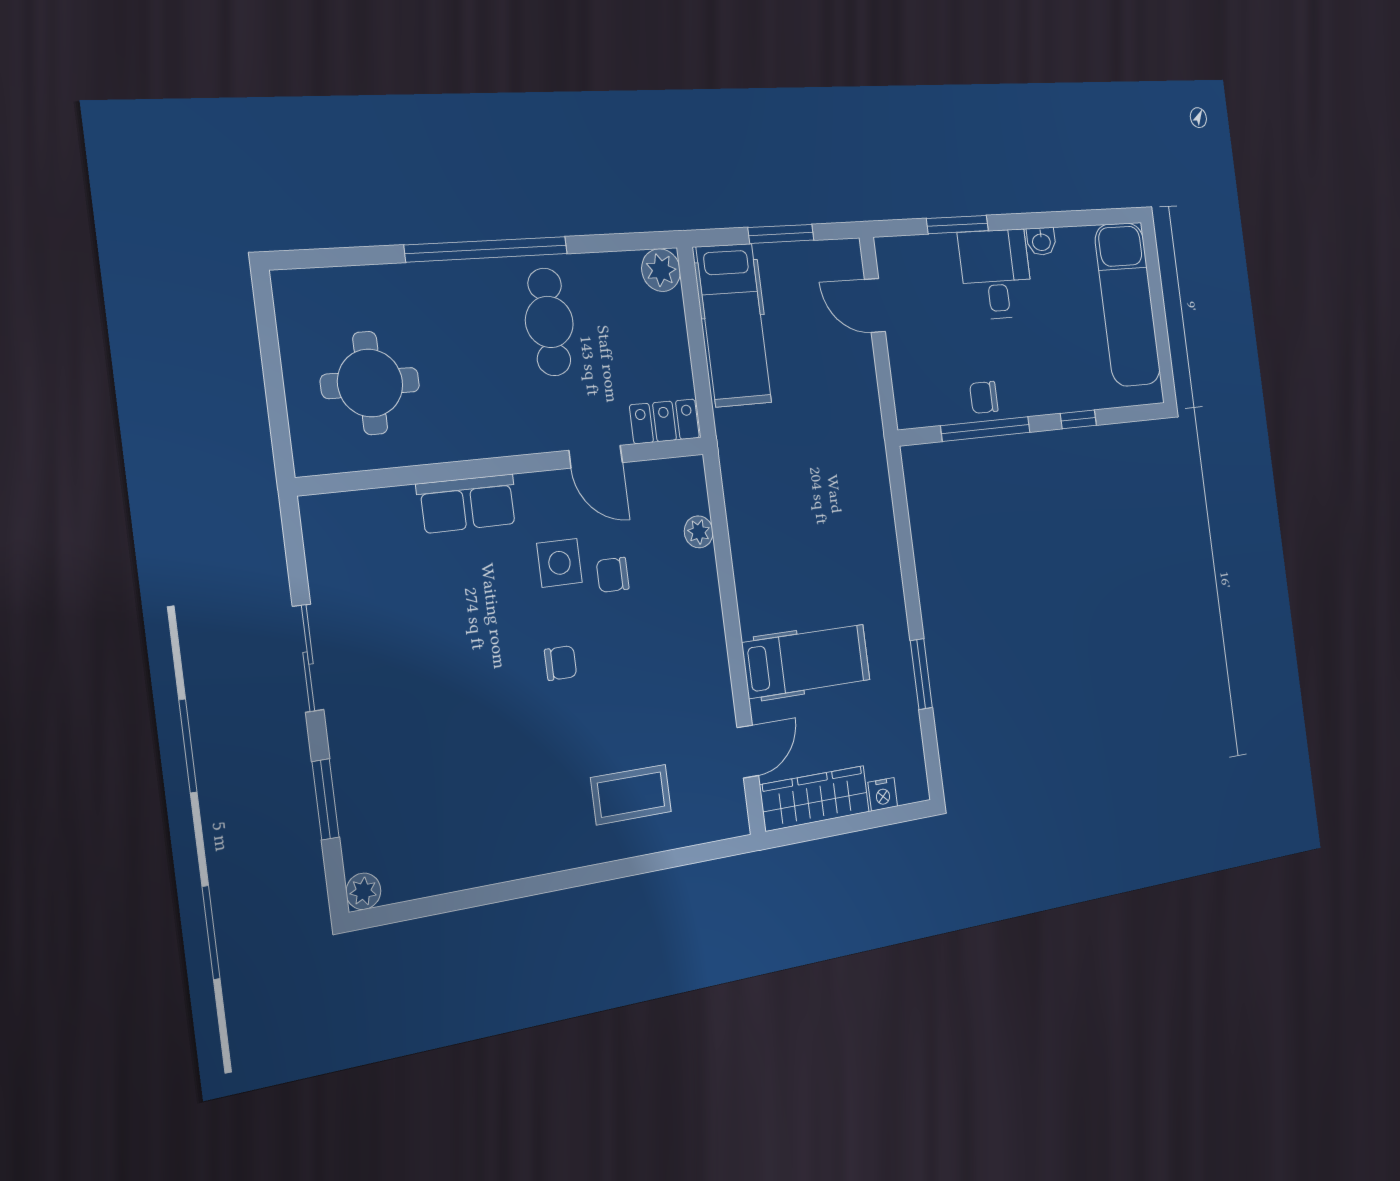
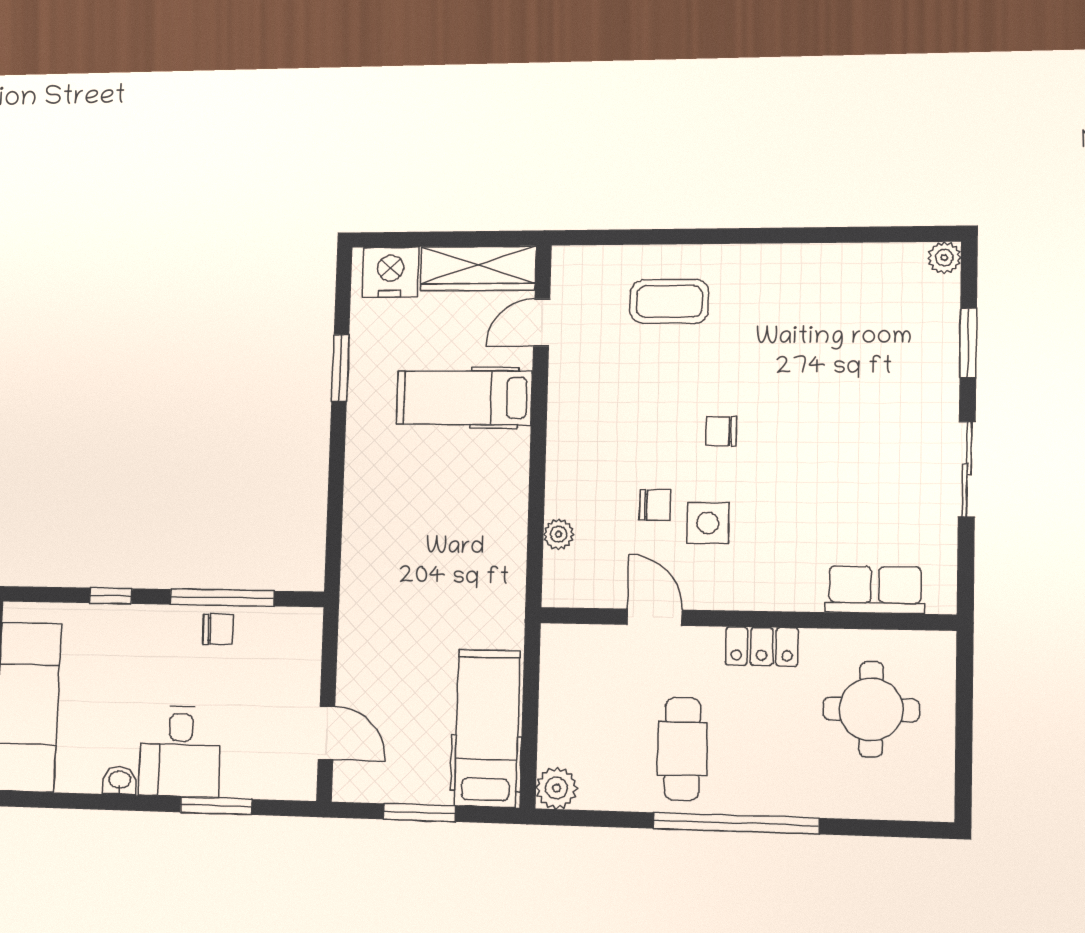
locker: (664, 421) -> (762, 647), moved
row of seats: (467, 504) -> (875, 590), moved
nightstand: (883, 794) -> (390, 272), width x1.89, depth x1.79

